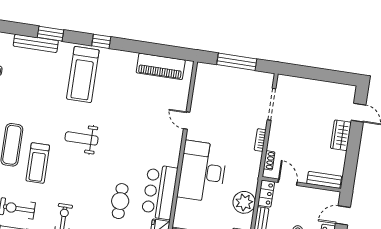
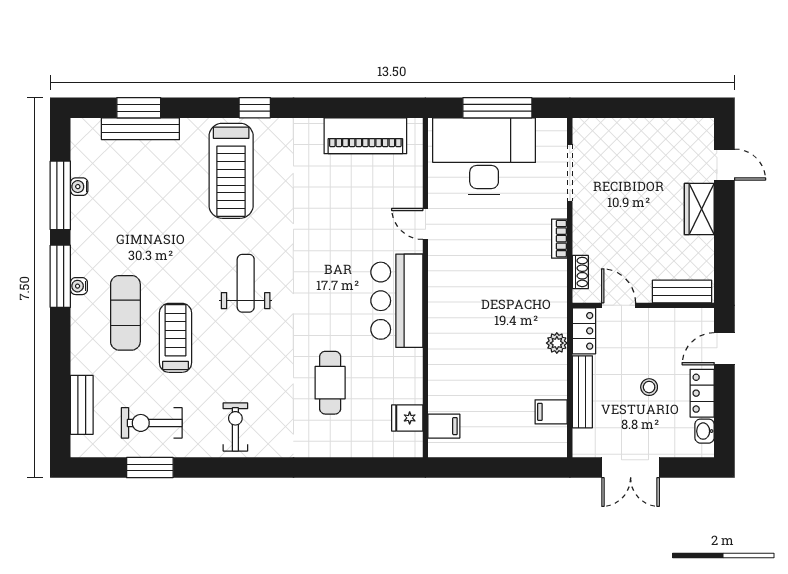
window: (51, 34) -> (139, 108), moved
weight bench: (81, 138) -> (246, 283), turned 90
treadmill: (38, 163) -> (176, 338), turned 180
desk: (202, 172) -> (484, 156), moved, turned 90
bar counter: (160, 192) -> (397, 301), moved
plant: (244, 202) -> (557, 343), width x0.53, depth x0.53

